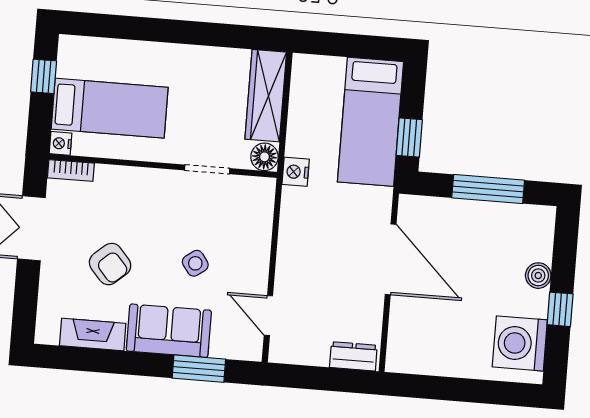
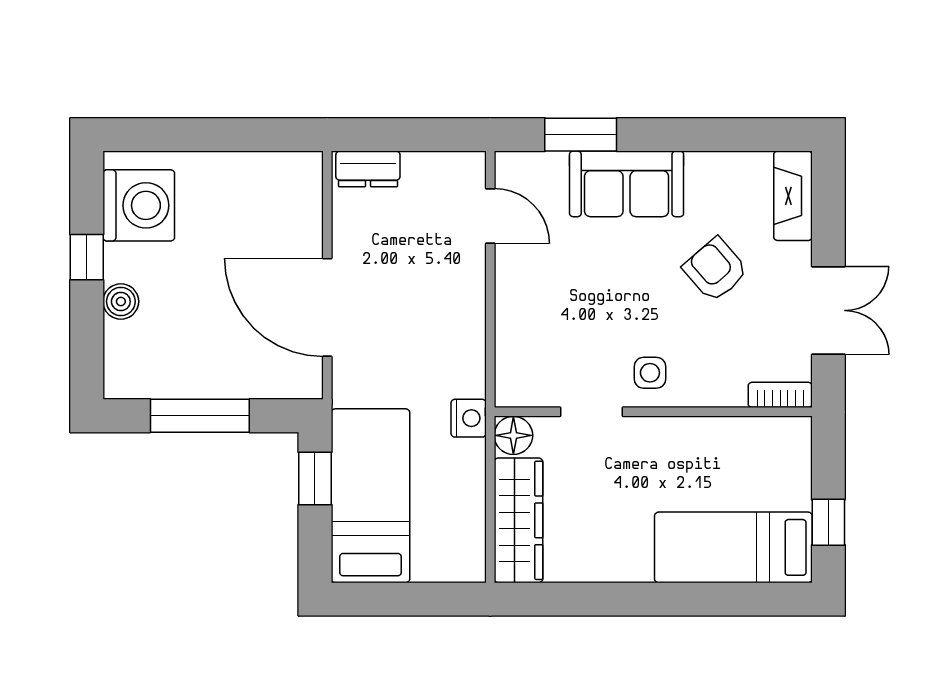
bed: (110, 108) -> (733, 547), moved
nightstand: (61, 143) -> (797, 431), removed
side table: (195, 263) -> (650, 373), moved, turned 36
fireplace: (93, 334) -> (793, 196), moved, turned 90

